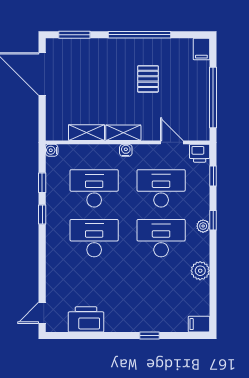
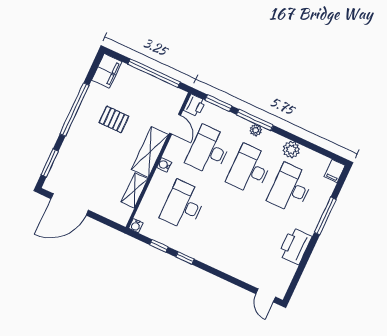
filing cabinet: (201, 49) -> (107, 71), width x2.00
shelving: (123, 133) -> (150, 152), width x1.50, depth x1.33
door: (172, 142) -> (175, 124), swing flipped
window: (213, 176) -> (218, 103), width x1.50
window: (213, 220) -> (255, 120), width x2.17
desk: (94, 238) -> (290, 188), moved
printer: (86, 319) -> (295, 246), moved
window: (150, 336) -> (325, 216), width x2.17

